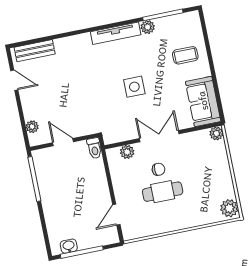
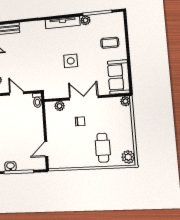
cafe table: (163, 192) -> (103, 148), moved, turned 90

